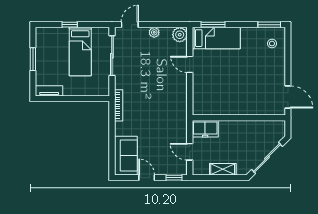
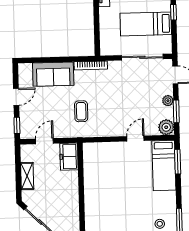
window: (165, 25) -> (176, 111), added
coffee table: (162, 116) -> (81, 111), added
sofa: (126, 156) -> (53, 74), moved

